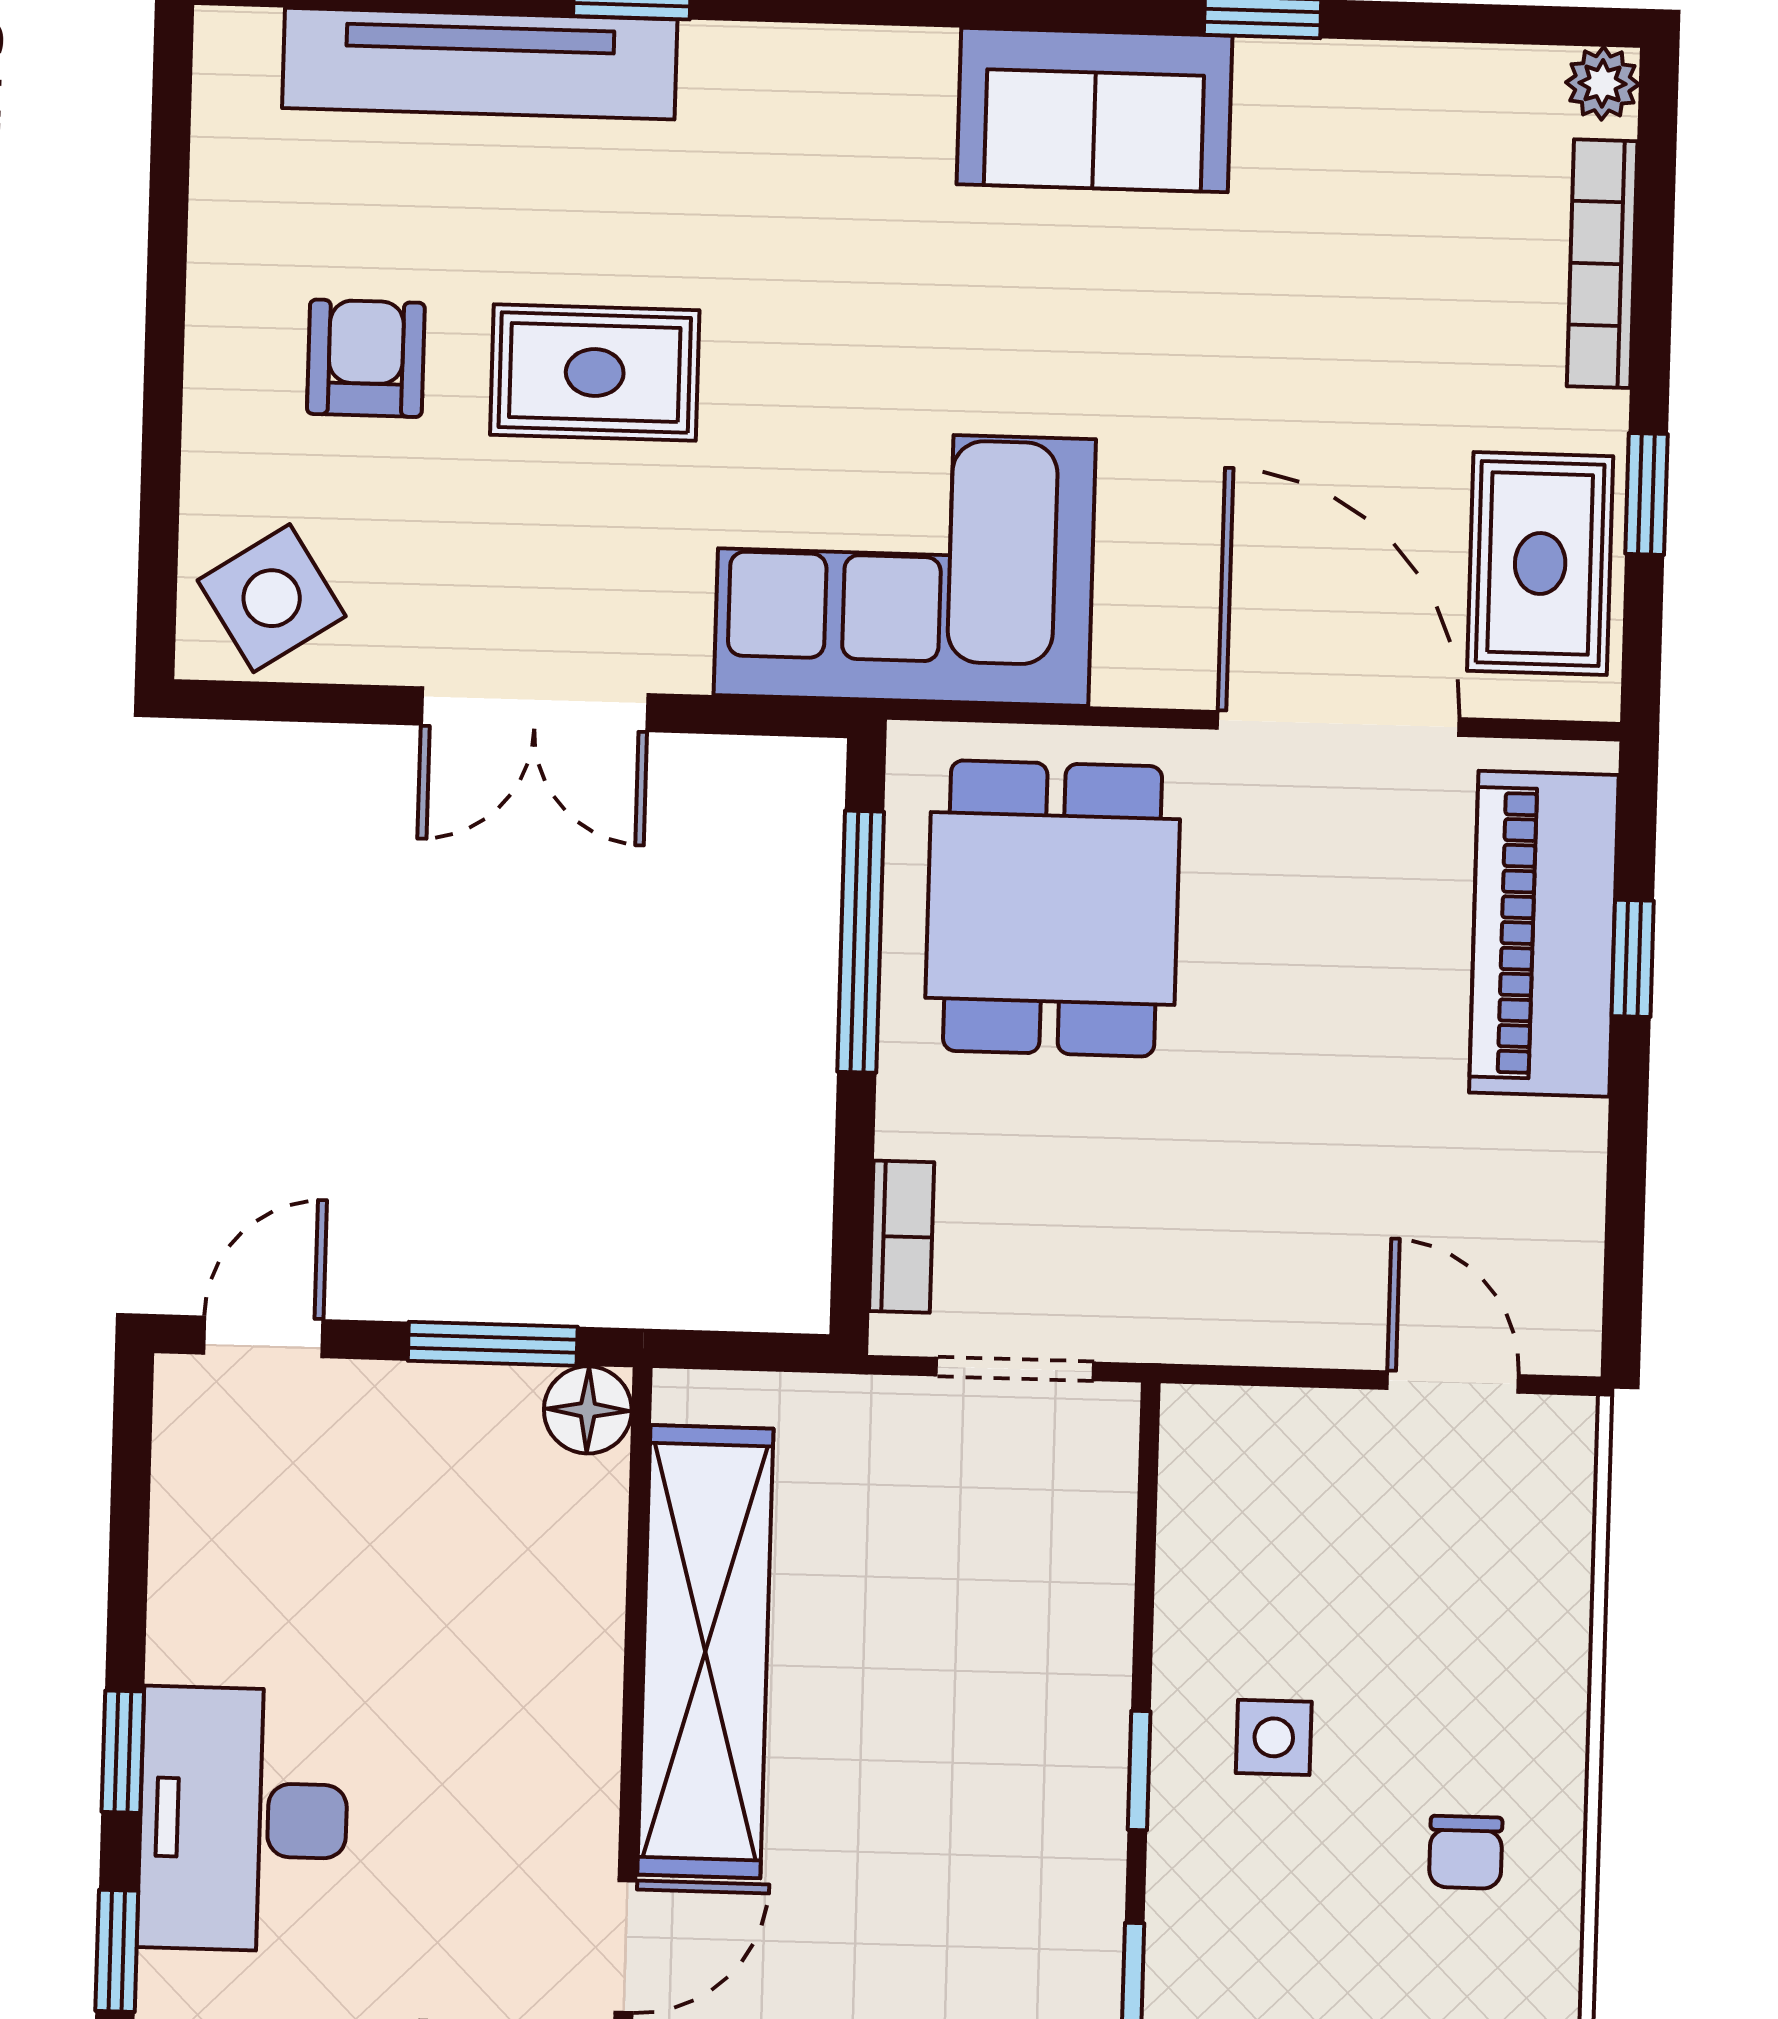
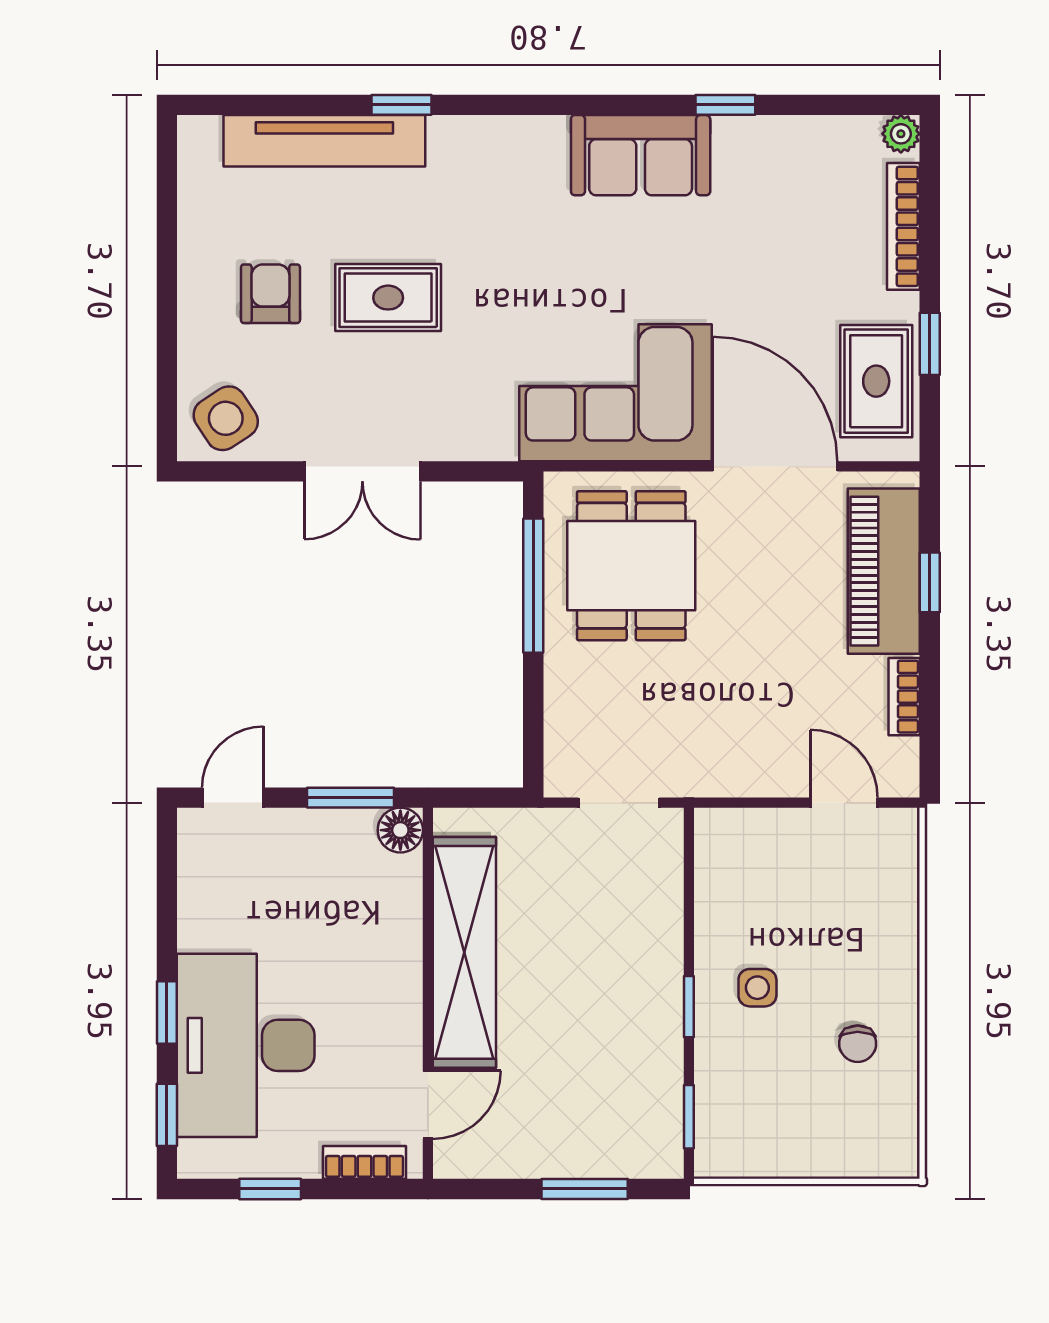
corner sofa: (905, 567) -> (615, 393), moved
bookcase: (902, 1237) -> (904, 697), moved, turned 180
desk: (243, 1819) -> (246, 1045), width x1.36, depth x1.30

